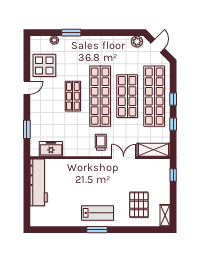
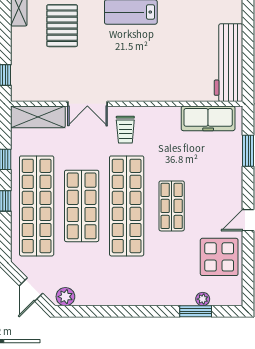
window: (71, 33) -> (196, 311), moved
freezer: (51, 149) -> (208, 118), width x1.40

